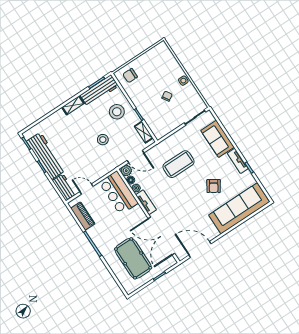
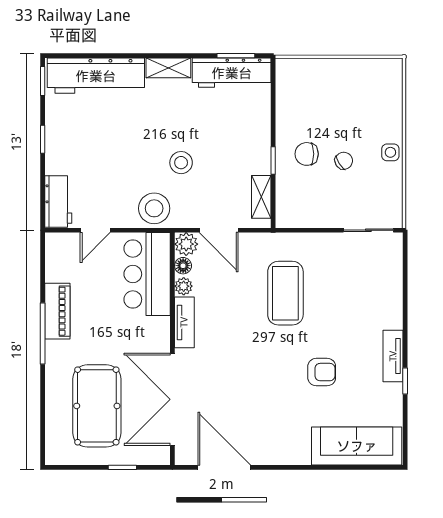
chair: (130, 76) -> (307, 154), moved
stool: (117, 112) -> (154, 208), moved
sofa: (218, 139) -> (383, 294), removed
workbench: (46, 156) -> (96, 76), moved, turned 90
coffee table: (179, 164) -> (285, 293), turned 90
armchair: (214, 186) -> (322, 372), turned -123
door: (86, 189) -> (95, 230), swing flipped
sofa: (239, 208) -> (357, 446), width x0.74, depth x0.79
piano: (83, 216) -> (57, 311), moved

